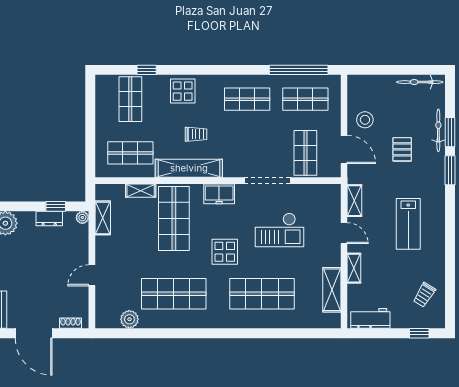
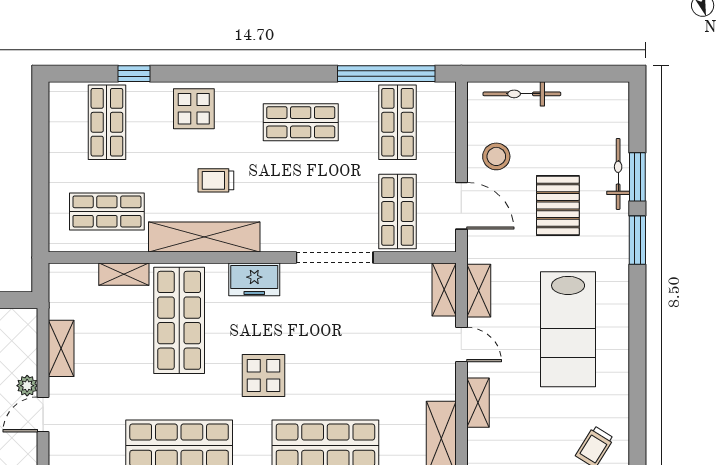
bicycle: (420, 82) -> (522, 94), moved
shop shelf: (305, 99) -> (398, 122), turned 90
trolley: (196, 134) -> (216, 180), turned 180
pallet: (402, 149) -> (558, 206), width x1.50, depth x1.42
shelving: (334, 200) -> (444, 289), added
plant: (82, 218) -> (27, 386), moved
shelving: (103, 218) -> (61, 348), moved
lab bench: (408, 224) -> (568, 329), width x1.36, depth x1.39
checkout: (280, 230) -> (355, 339), removed

